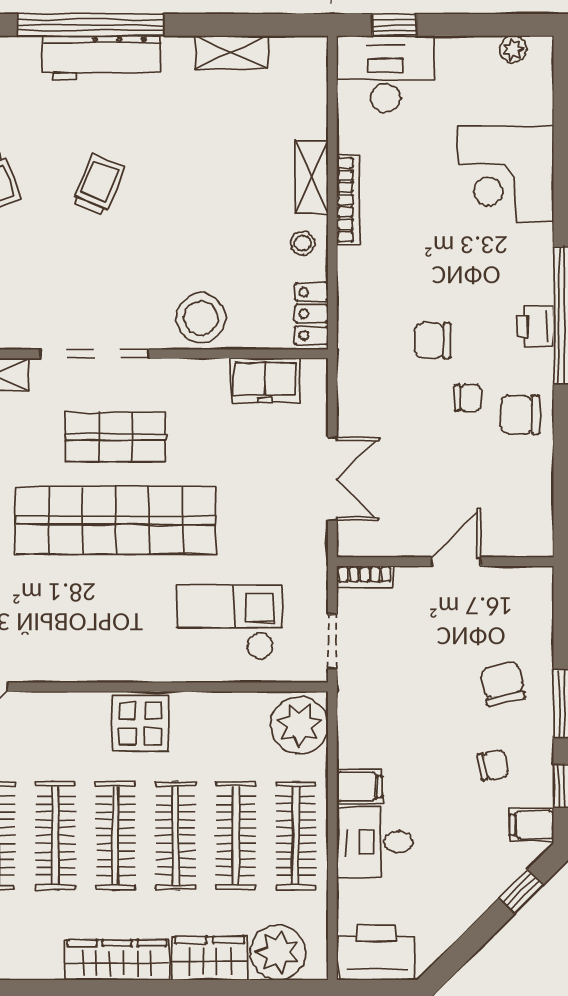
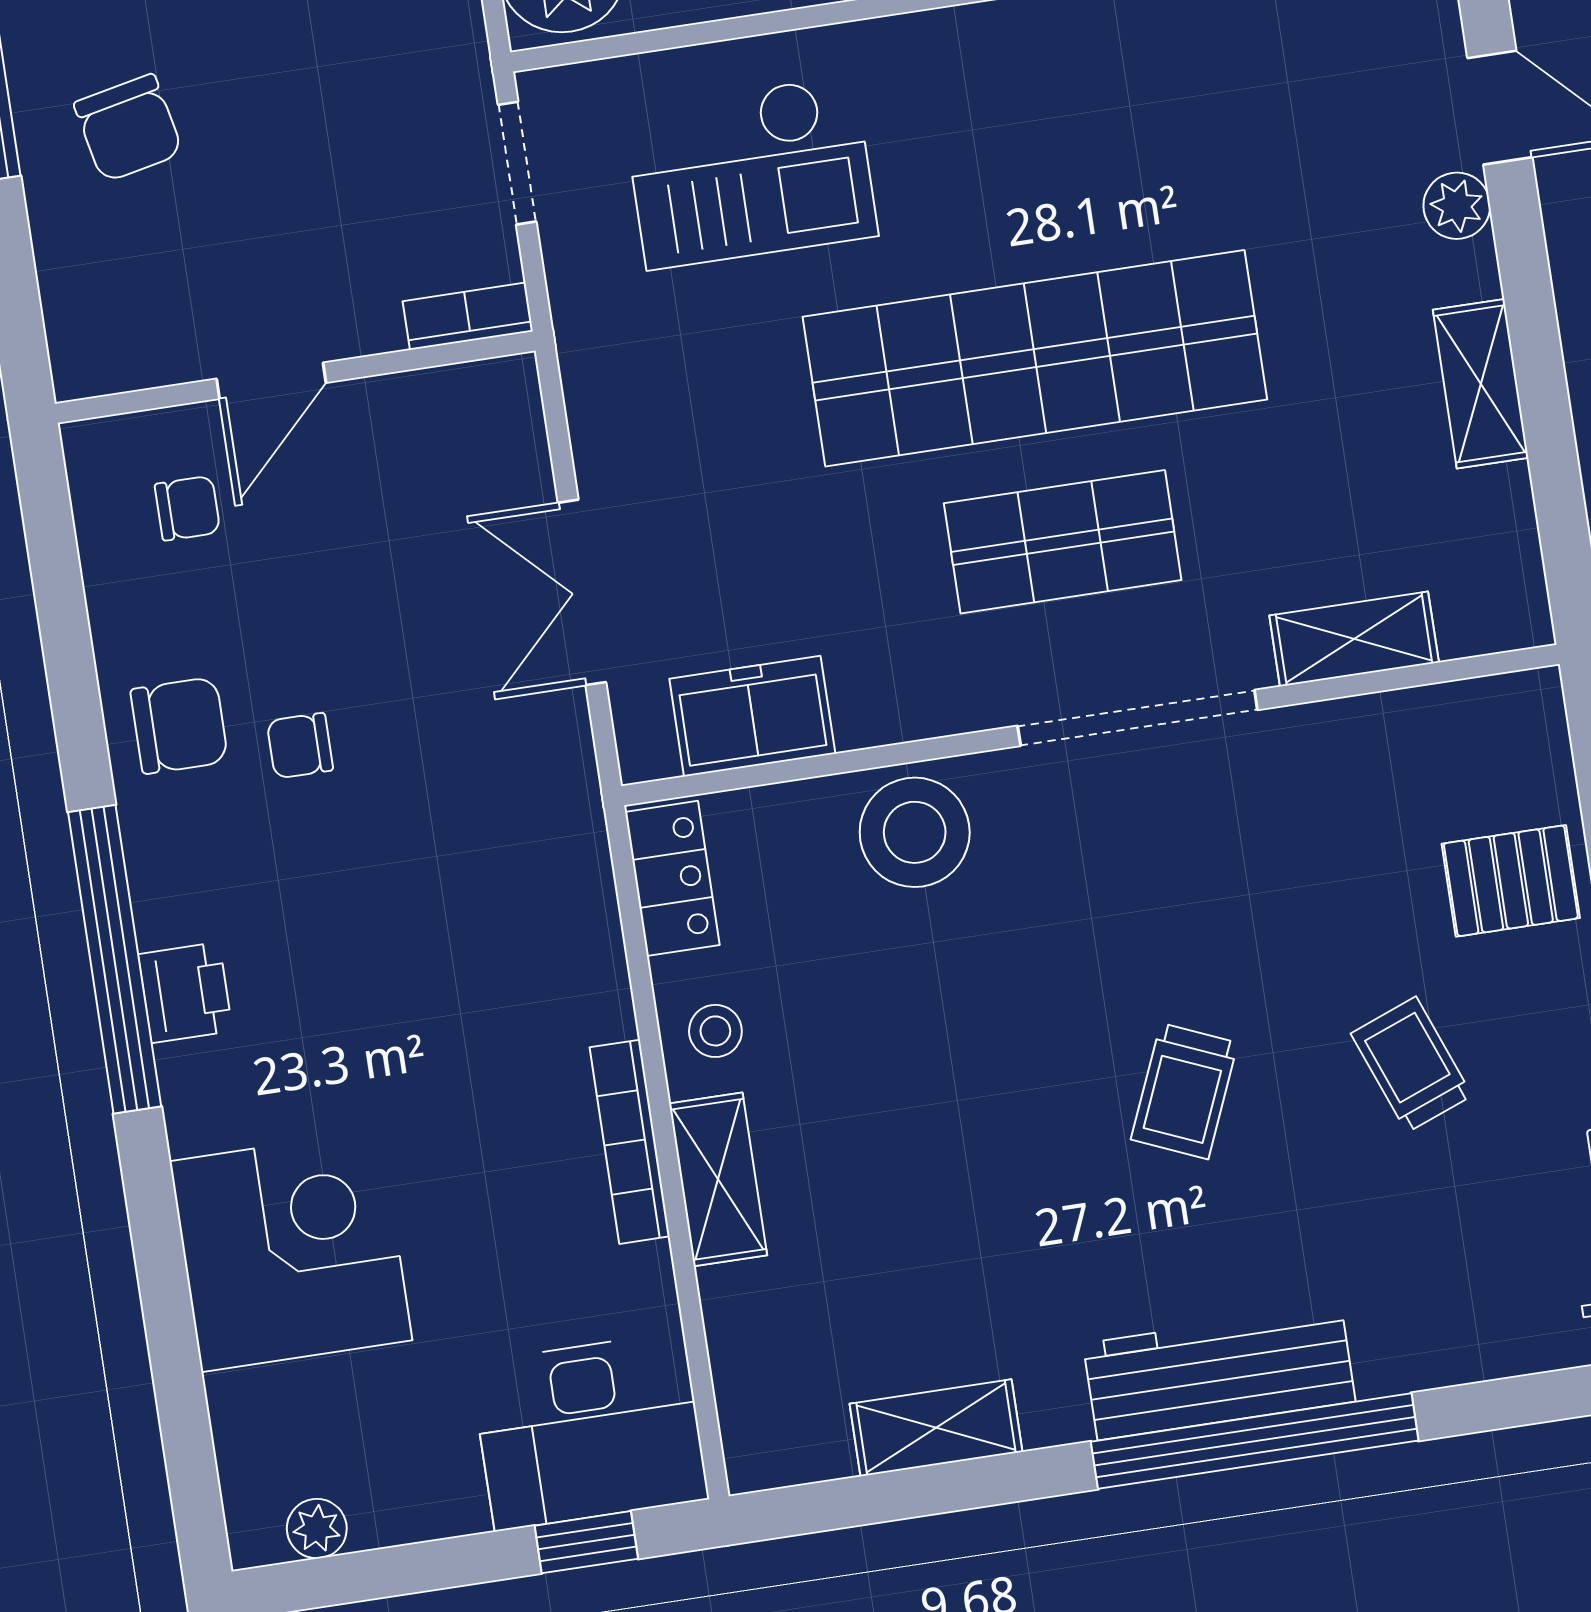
printer: (535, 326) -> (185, 993), moved
chair: (433, 341) -> (187, 508), moved, width x0.73, depth x0.73
double door: (332, 479) -> (582, 592), moved

